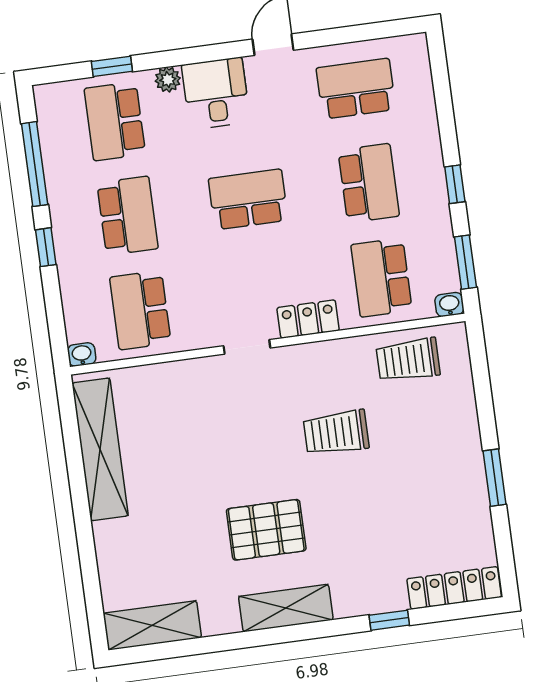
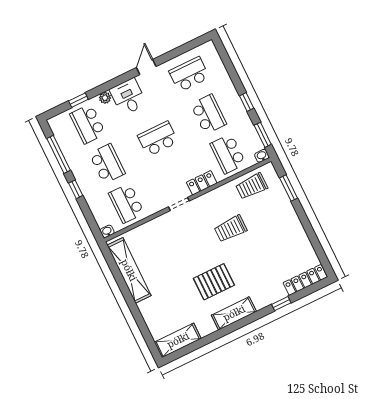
window: (495, 478) -> (289, 188), moved

